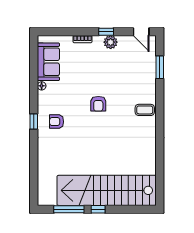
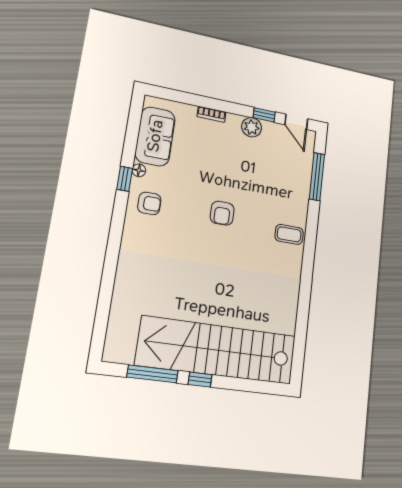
window: (106, 32) -> (264, 115), moved
window: (160, 67) -> (317, 177), width x1.44
window: (34, 122) -> (125, 179), moved
armchair: (57, 122) -> (149, 203), moved, turned 180

